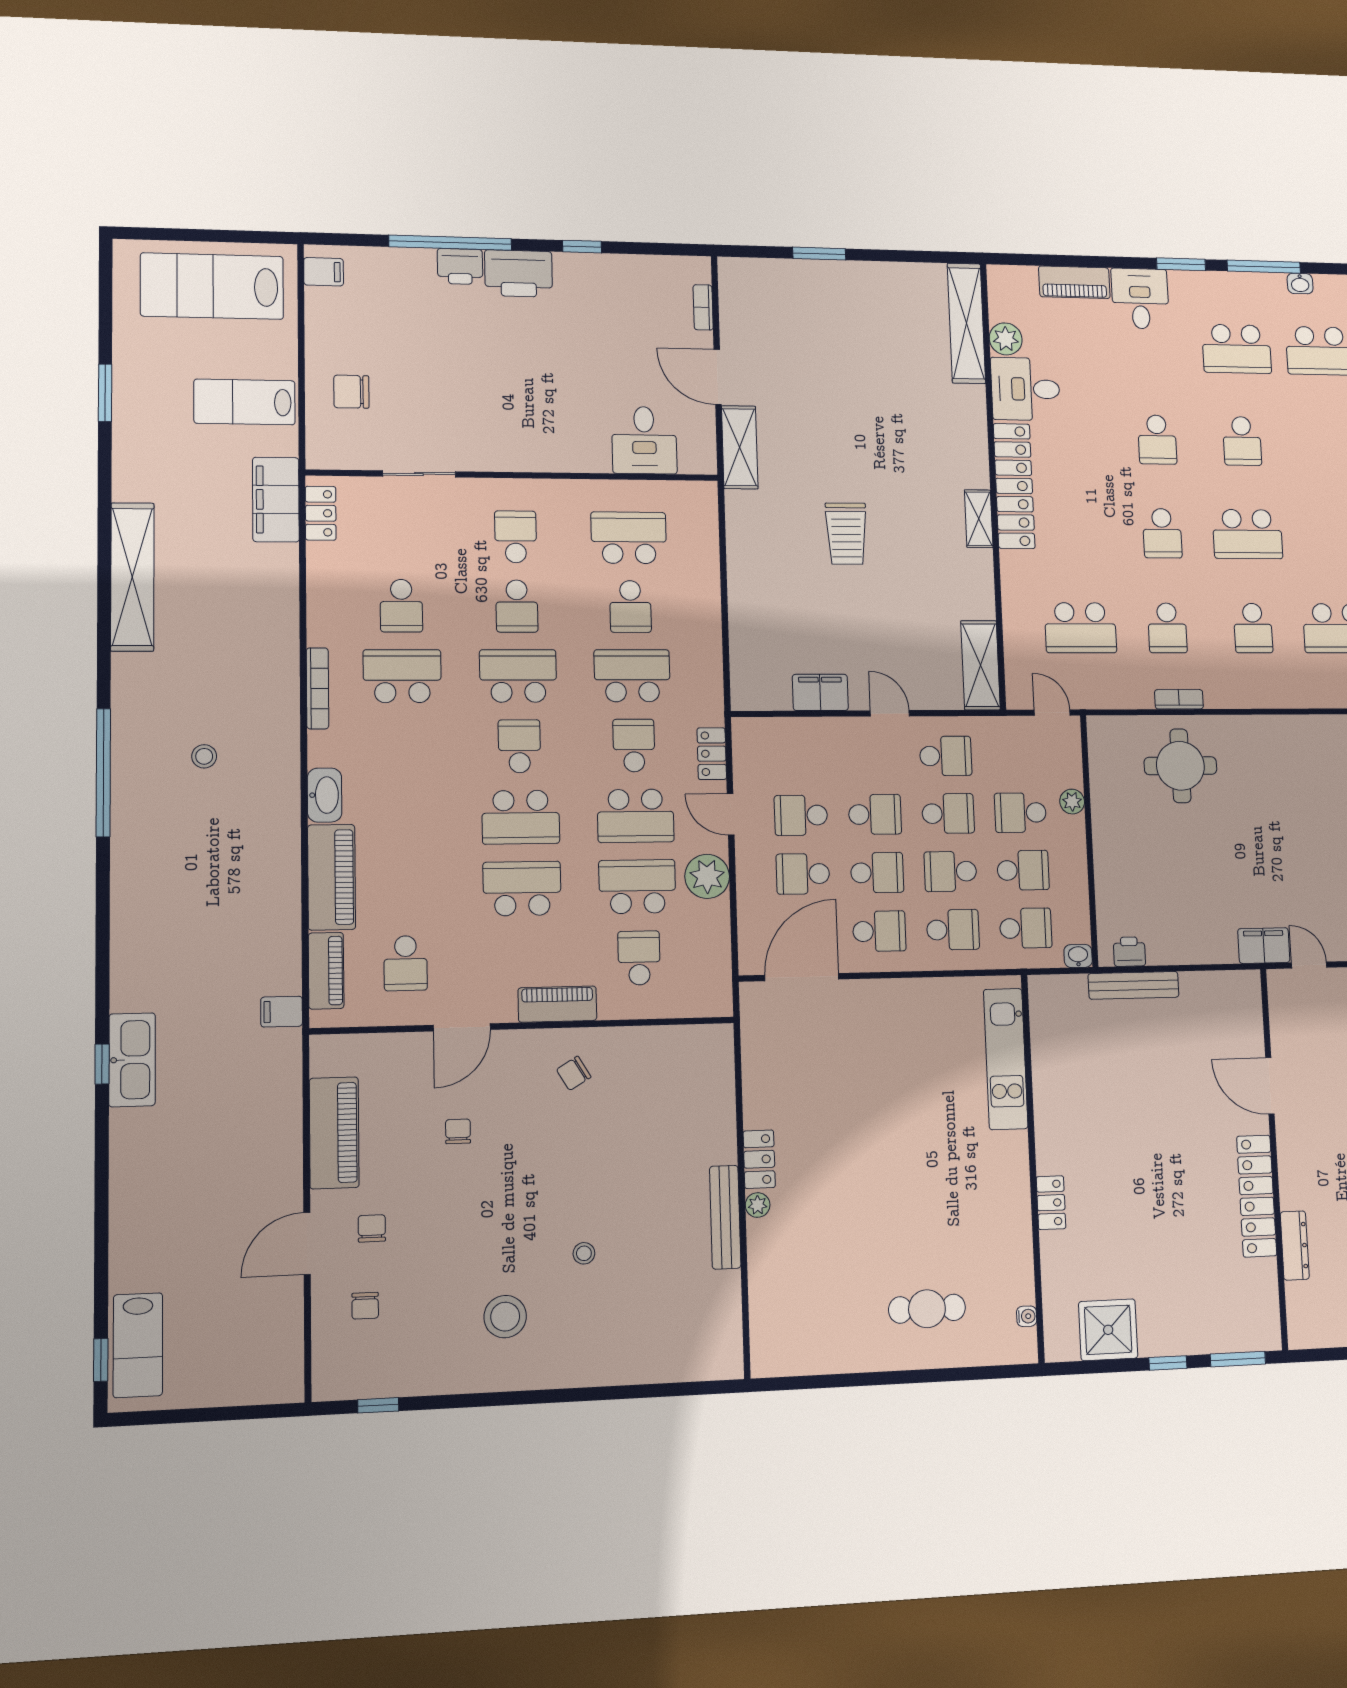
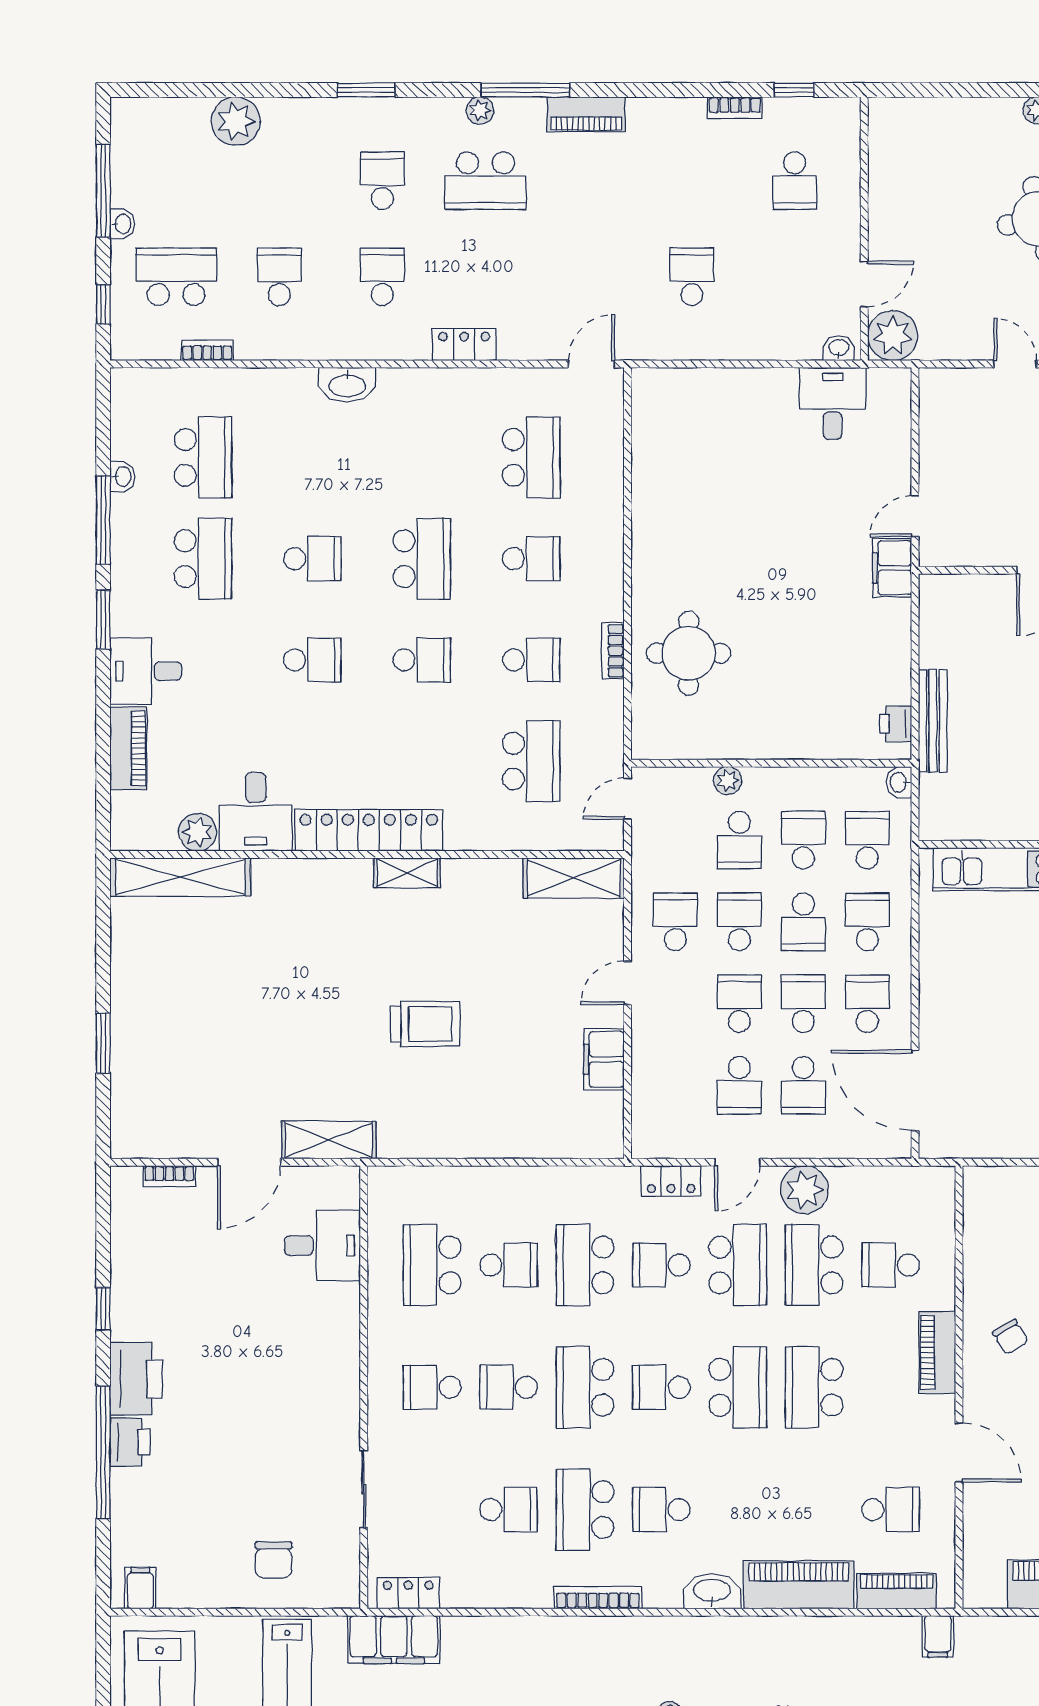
school desk: (517, 606) -> (509, 1387), turned 180
school desk: (403, 747) -> (661, 1510), added

